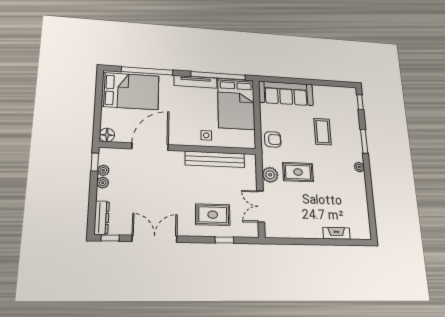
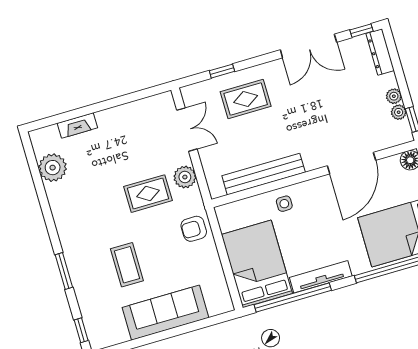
sofa: (286, 93) -> (165, 313), moved
plant: (359, 167) -> (53, 168), moved, width x1.88, depth x1.88

